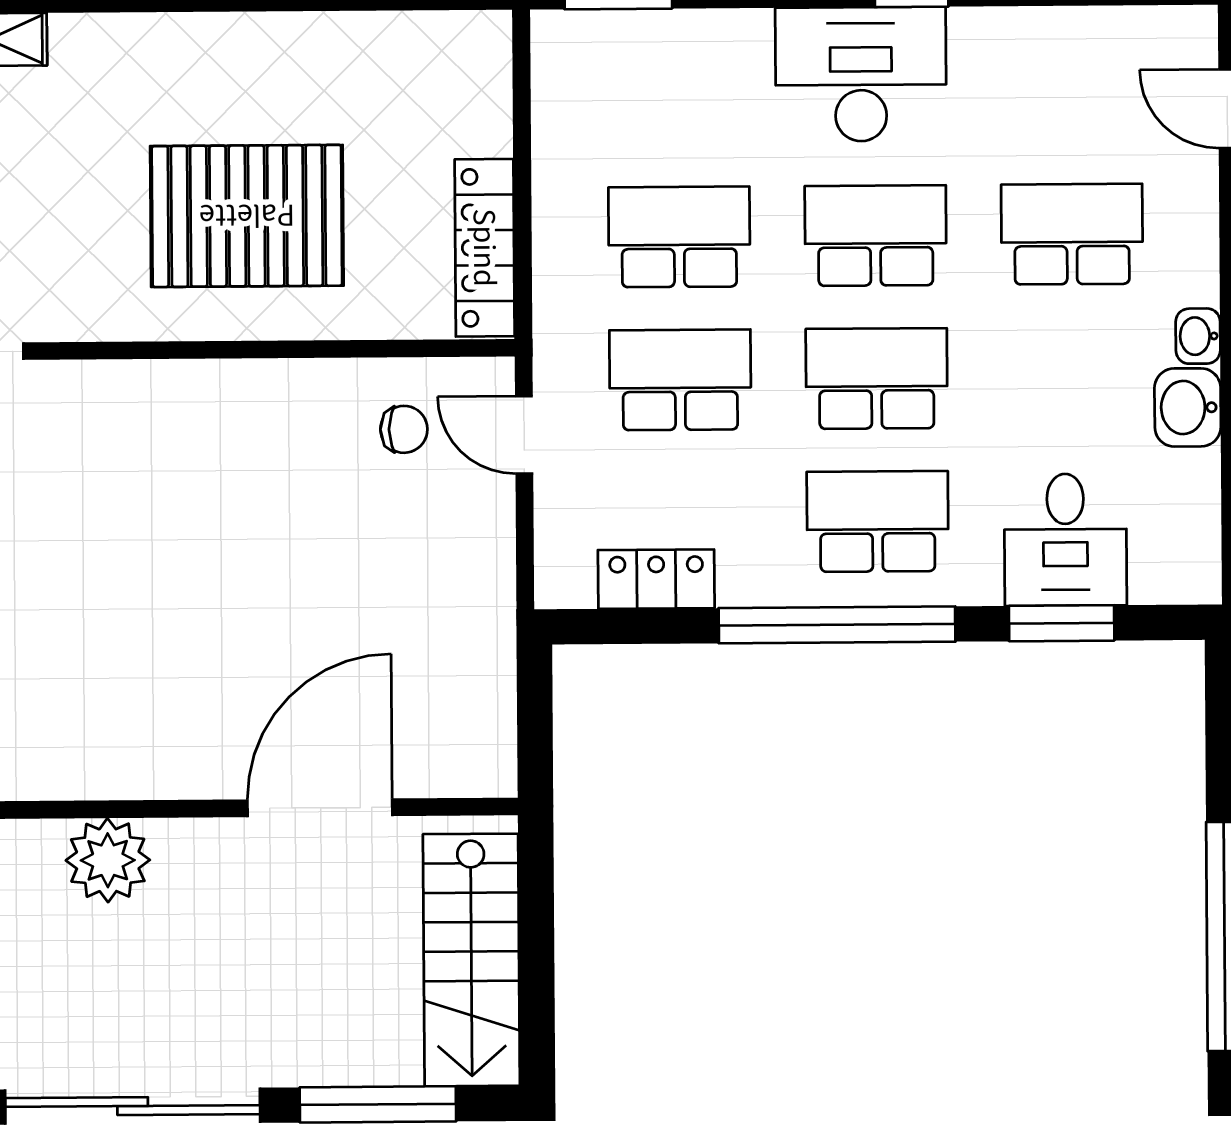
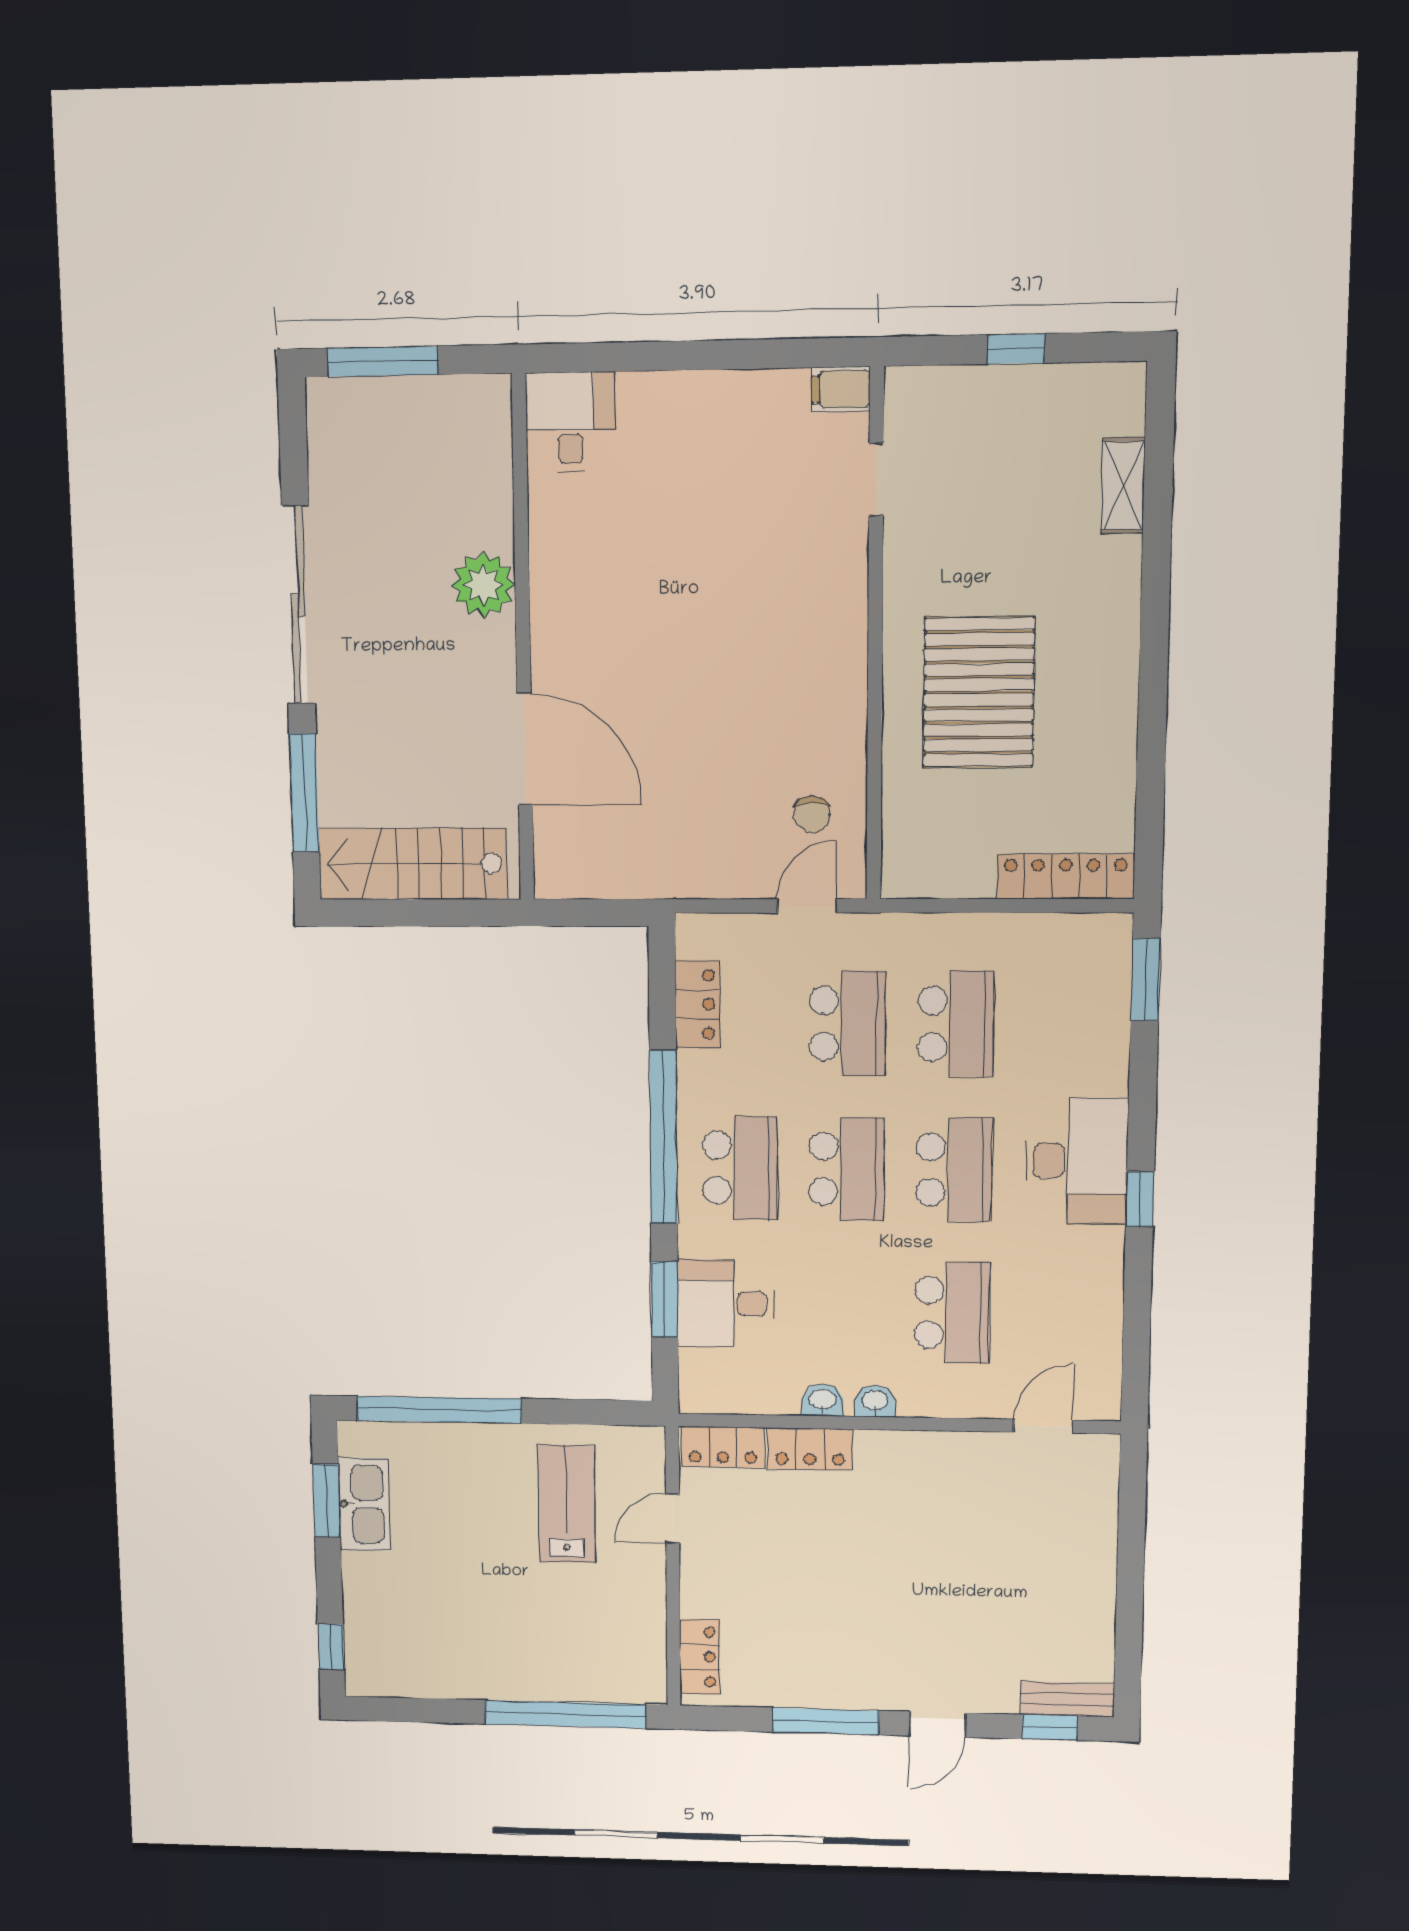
locker: (485, 248) -> (1066, 876), moved
washbasin: (1188, 407) -> (822, 1400), width x0.72, depth x0.69

